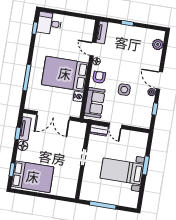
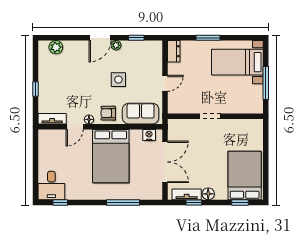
nightstand: (78, 96) -> (149, 135), moved
dresser: (99, 130) -> (174, 51), moved
bed with nightstands: (122, 171) -> (237, 62), moved, turned 90

